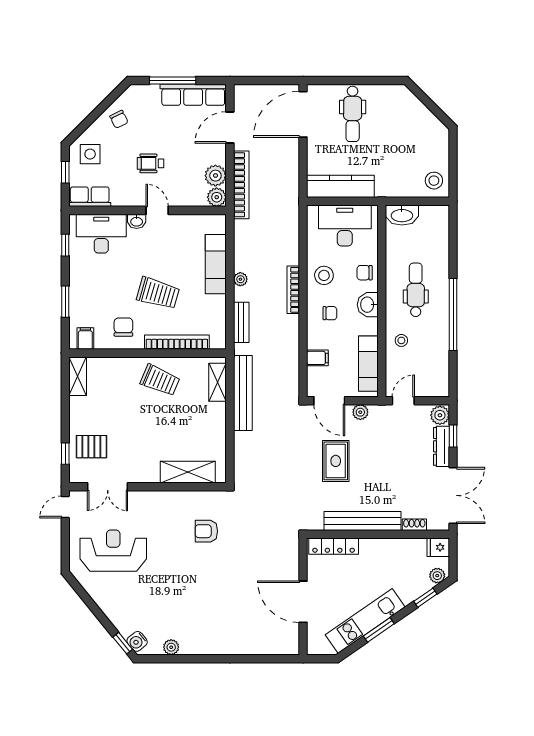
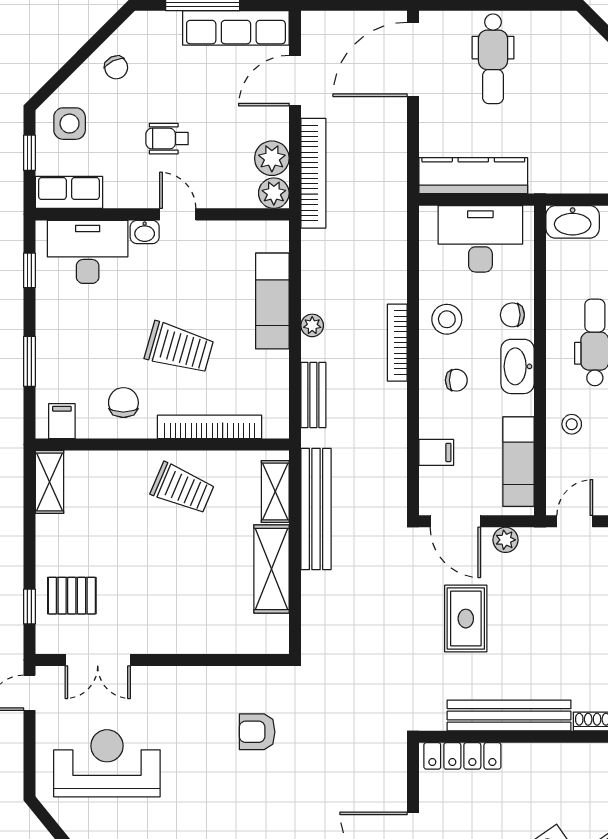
washbasin: (368, 305) -> (517, 366), width x1.38
shelving: (188, 472) -> (271, 569), moved, turned 90

